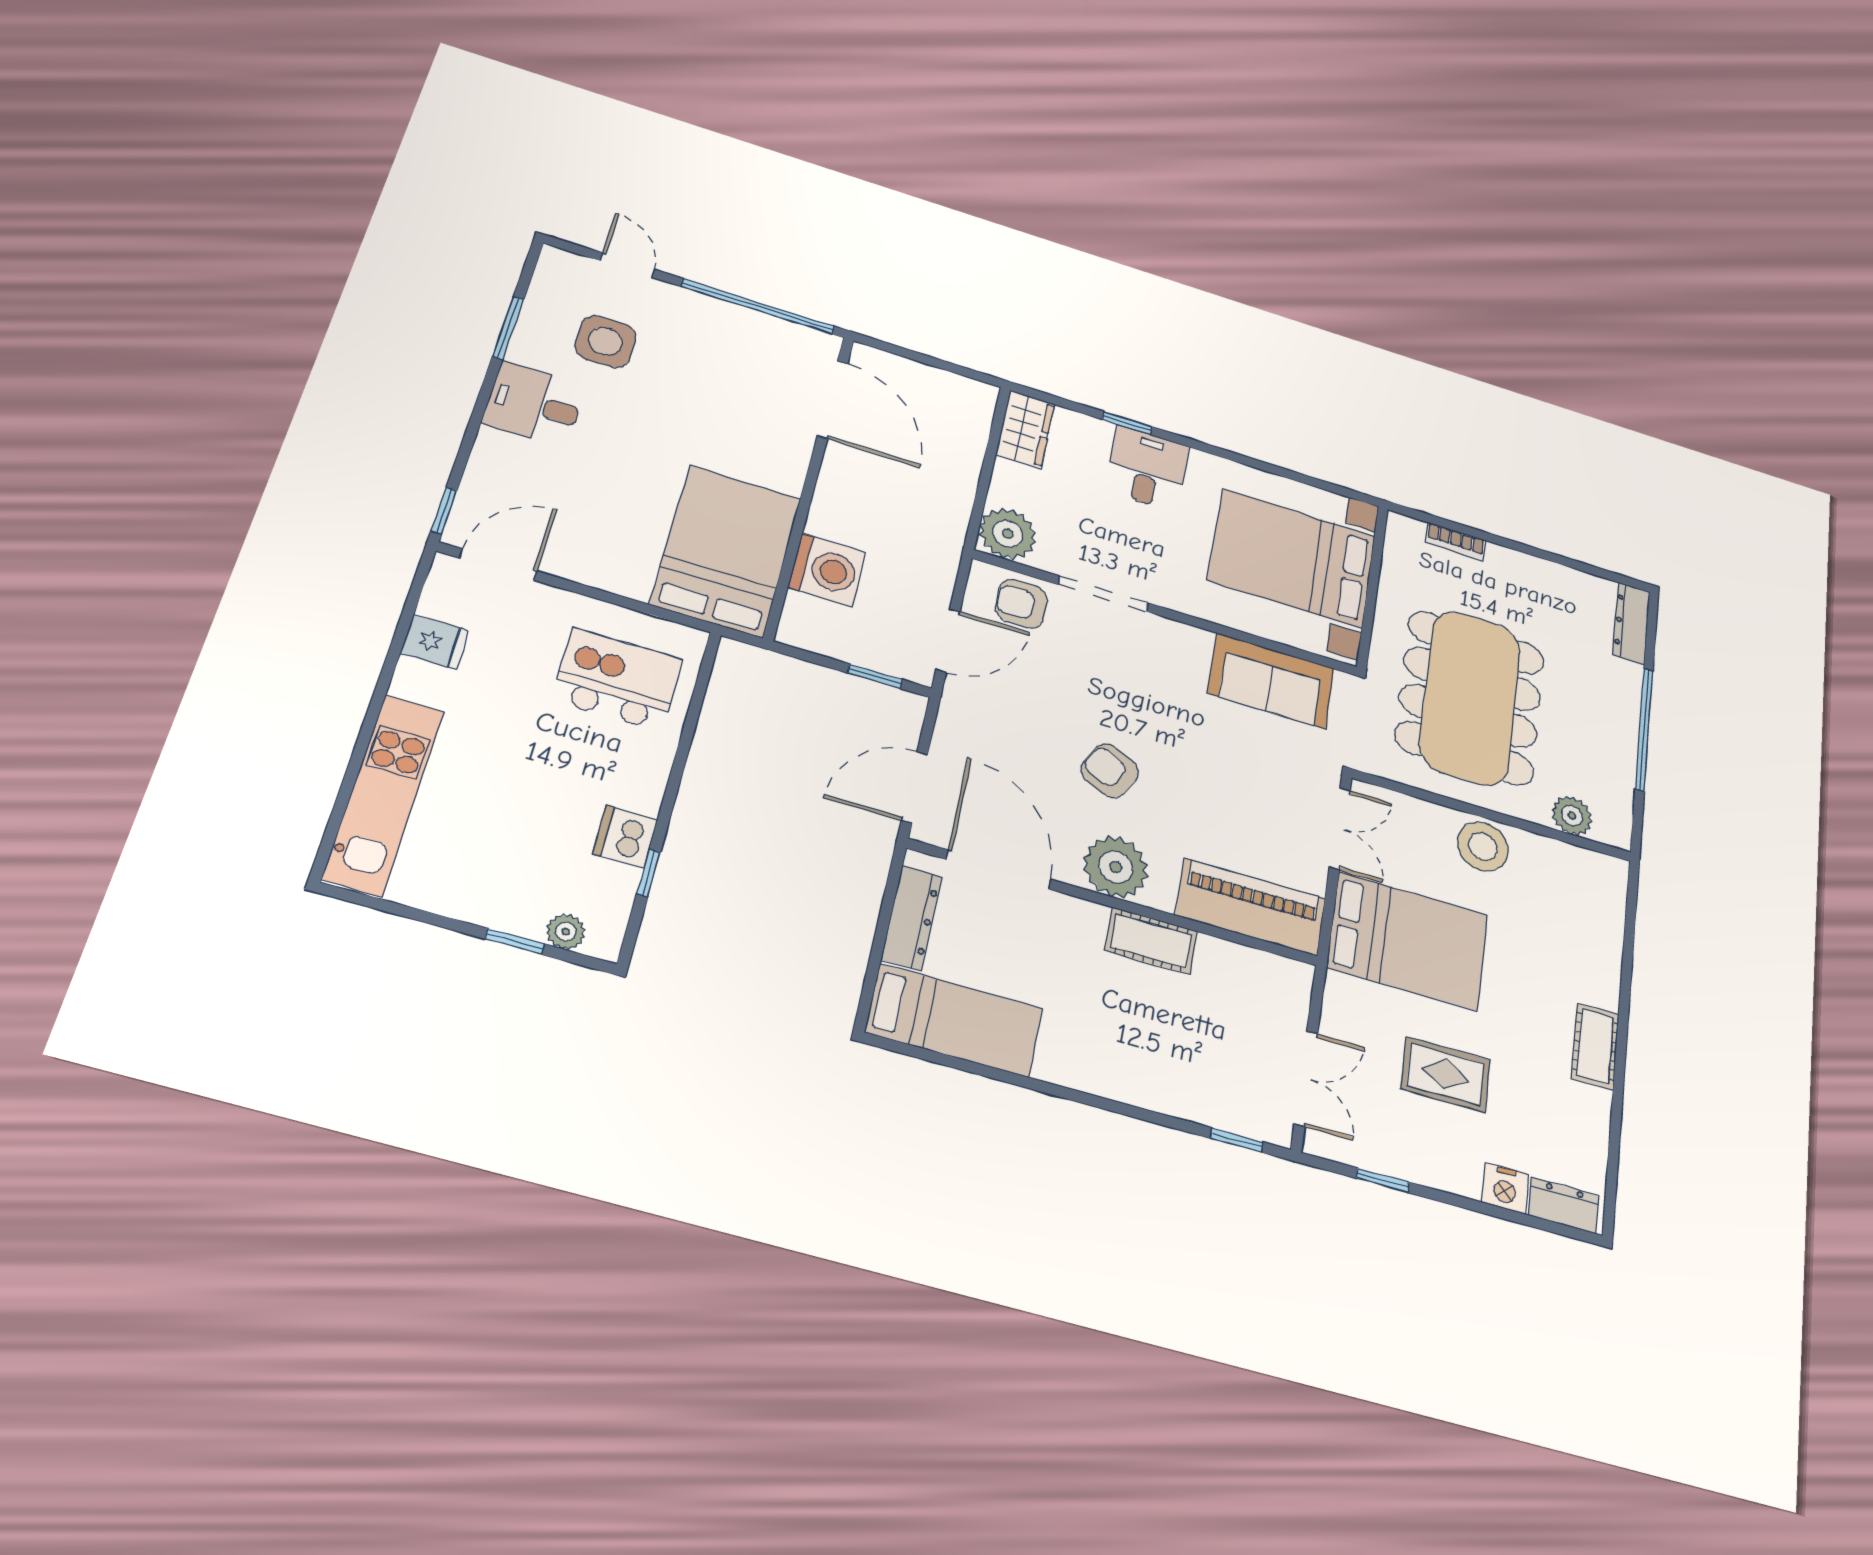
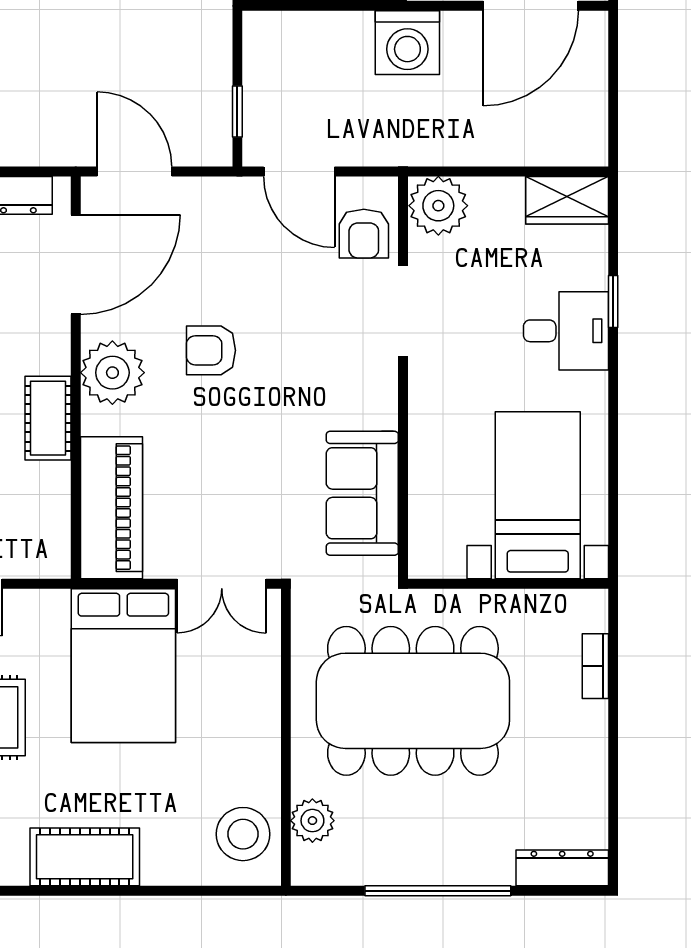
bed with nightstands: (1292, 558) -> (538, 495), width x0.73
washing machine: (827, 570) -> (407, 43), moved
armchair: (1021, 604) -> (364, 234), turned 180
armchair: (1110, 771) -> (211, 350), turned -117
stool: (1483, 846) -> (243, 834), moved
cot: (1595, 1046) -> (85, 857), width x1.37, depth x1.34

